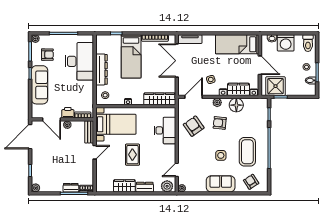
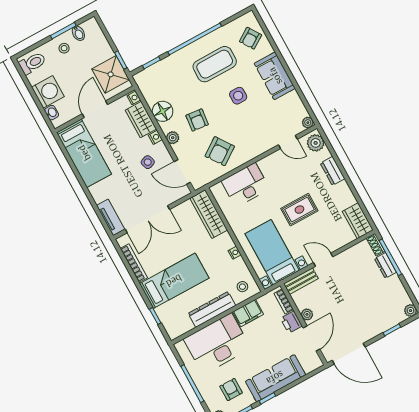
filing cabinet: (88, 90) -> (248, 313), added
wardrobe: (124, 186) -> (358, 221), moved

